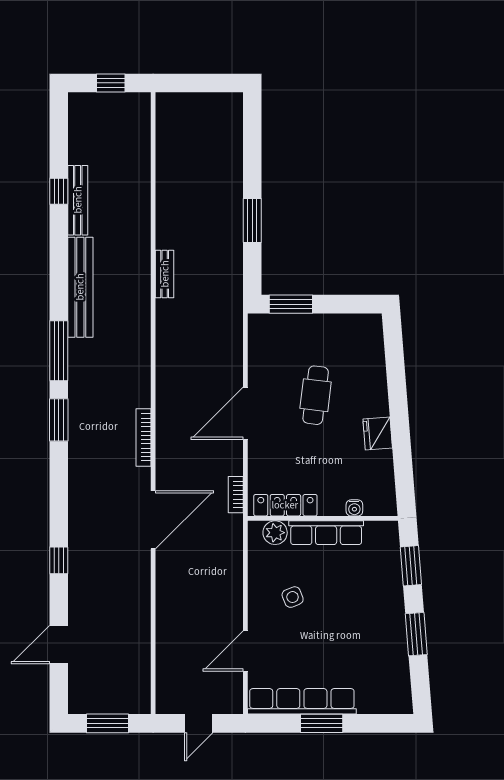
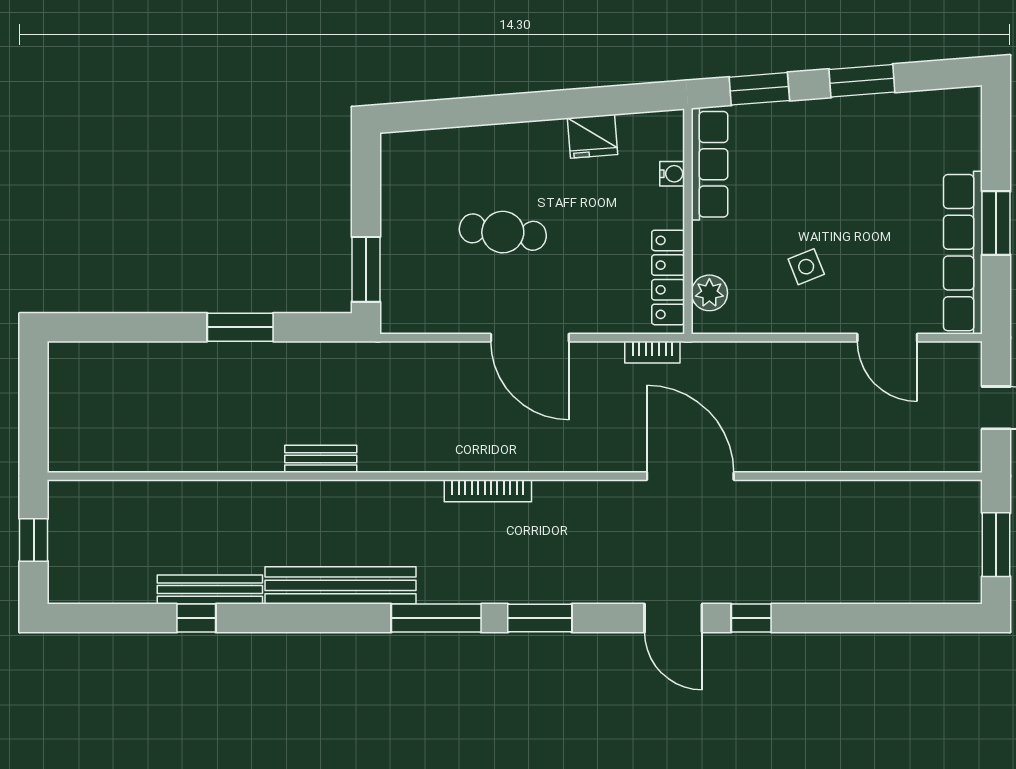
fridge: (378, 434) -> (592, 136), moved
bookcase: (143, 437) -> (488, 491), moved
row of seats: (326, 533) -> (709, 164), moved
door: (59, 645) -> (673, 618), moved

